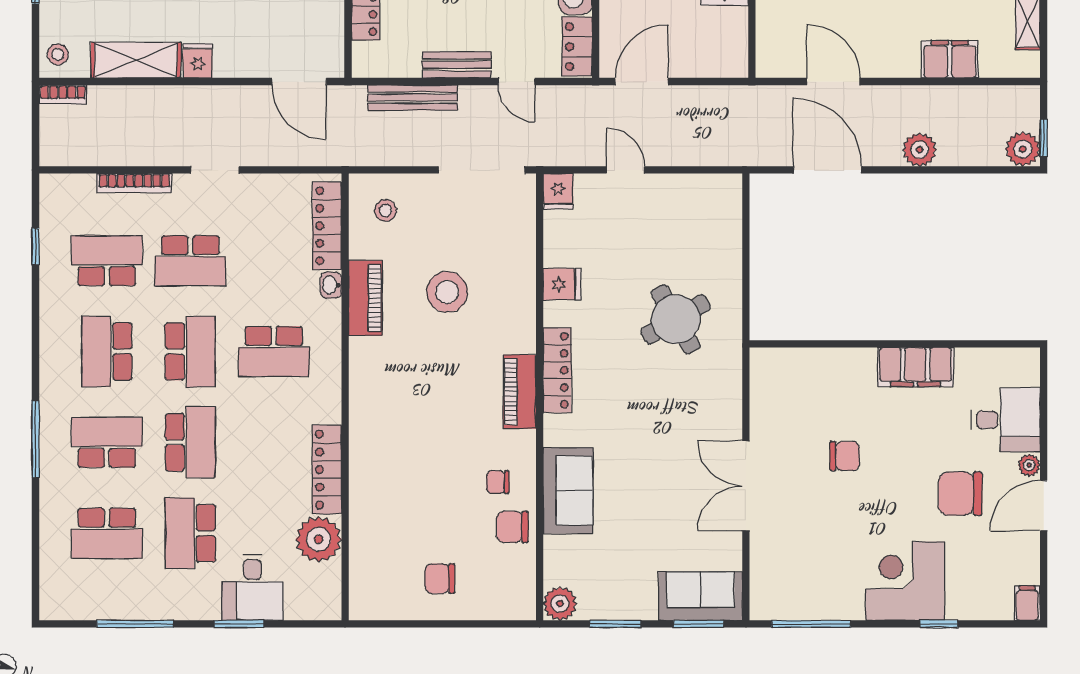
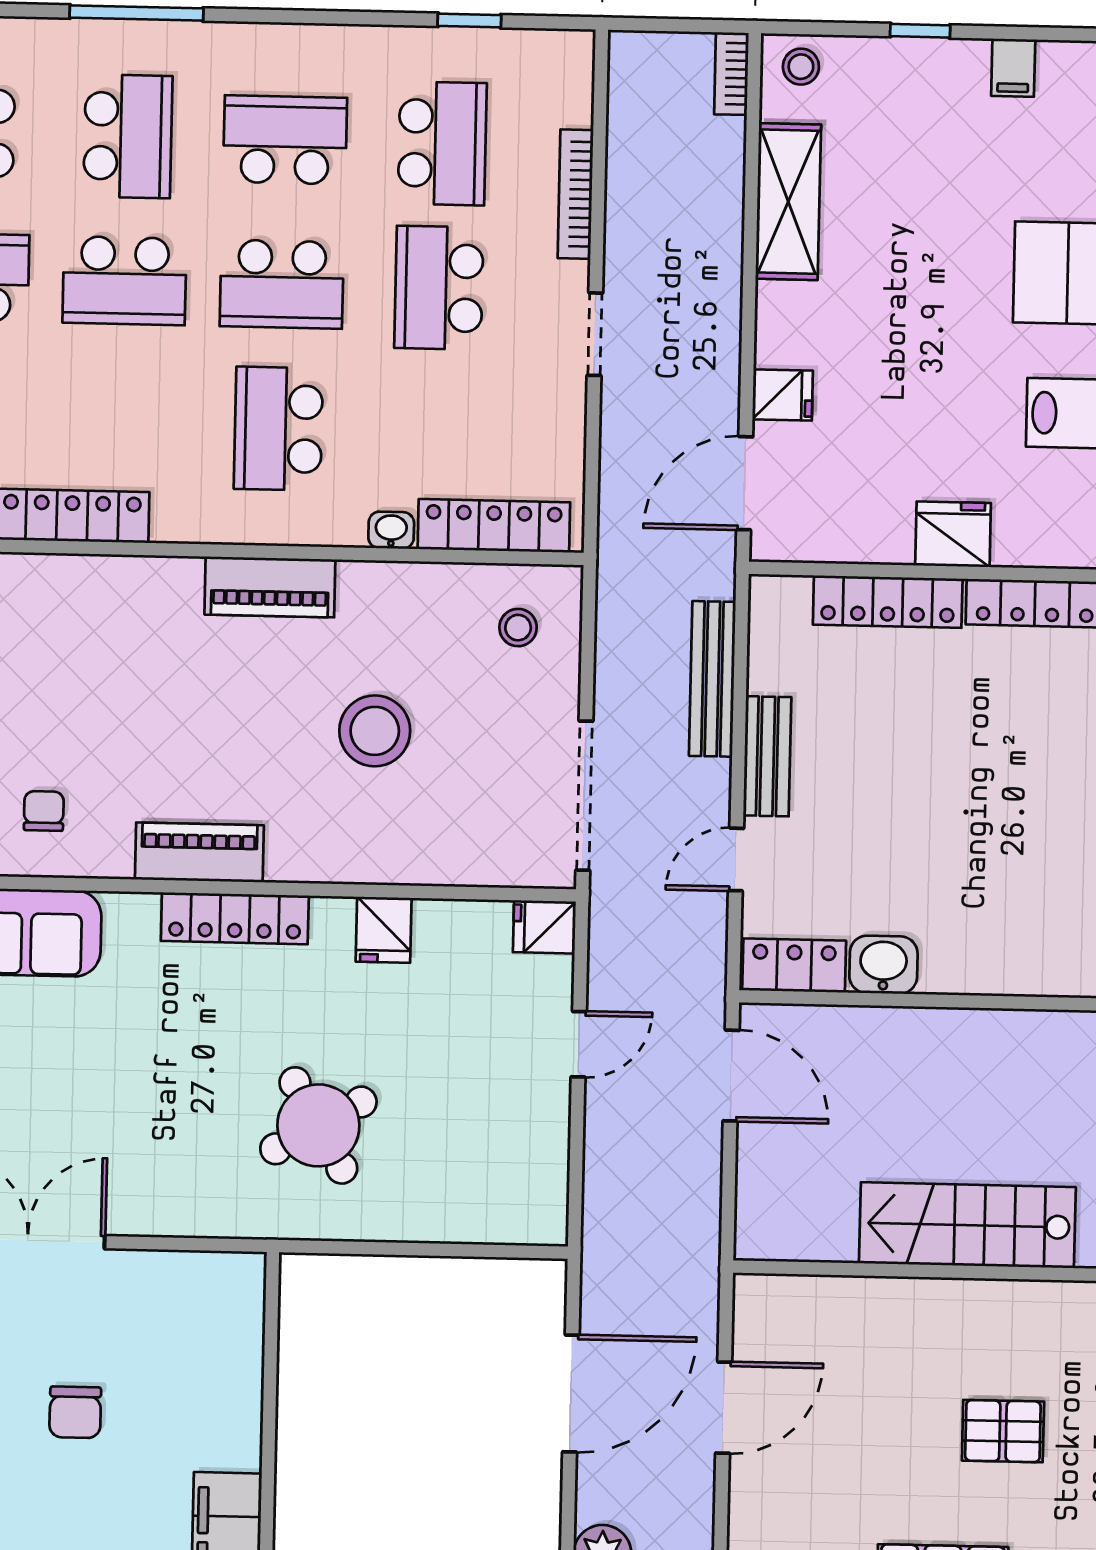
fridge: (198, 61) -> (783, 395), moved
piano: (365, 298) -> (270, 587), moved

